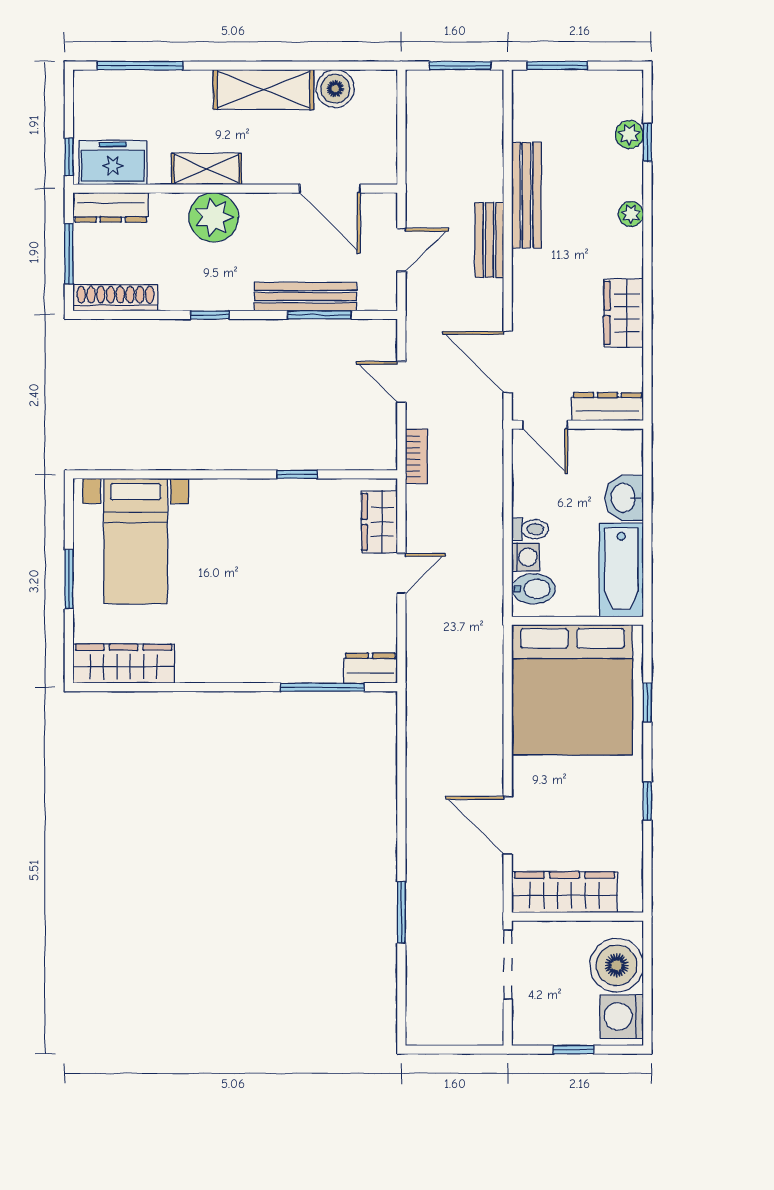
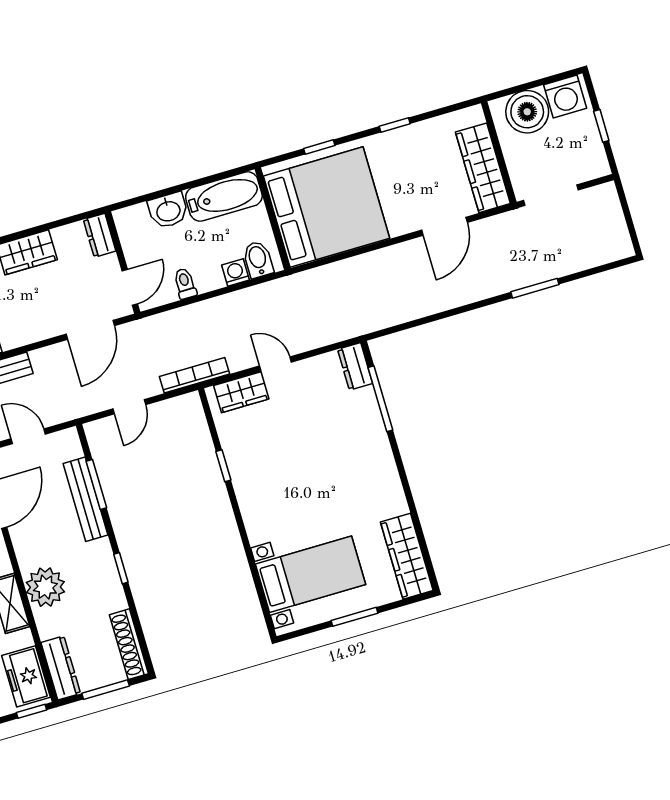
dresser: (607, 407) -> (100, 235), width x0.70
bookcase: (416, 456) -> (195, 375), width x1.56
toilet: (530, 529) -> (185, 284), moved

